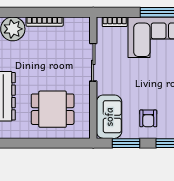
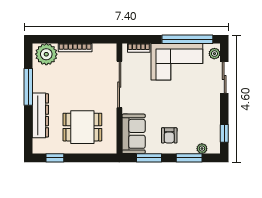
sliding door: (93, 62) -> (119, 85), width x1.37
window: (22, 143) -> (55, 158), added

